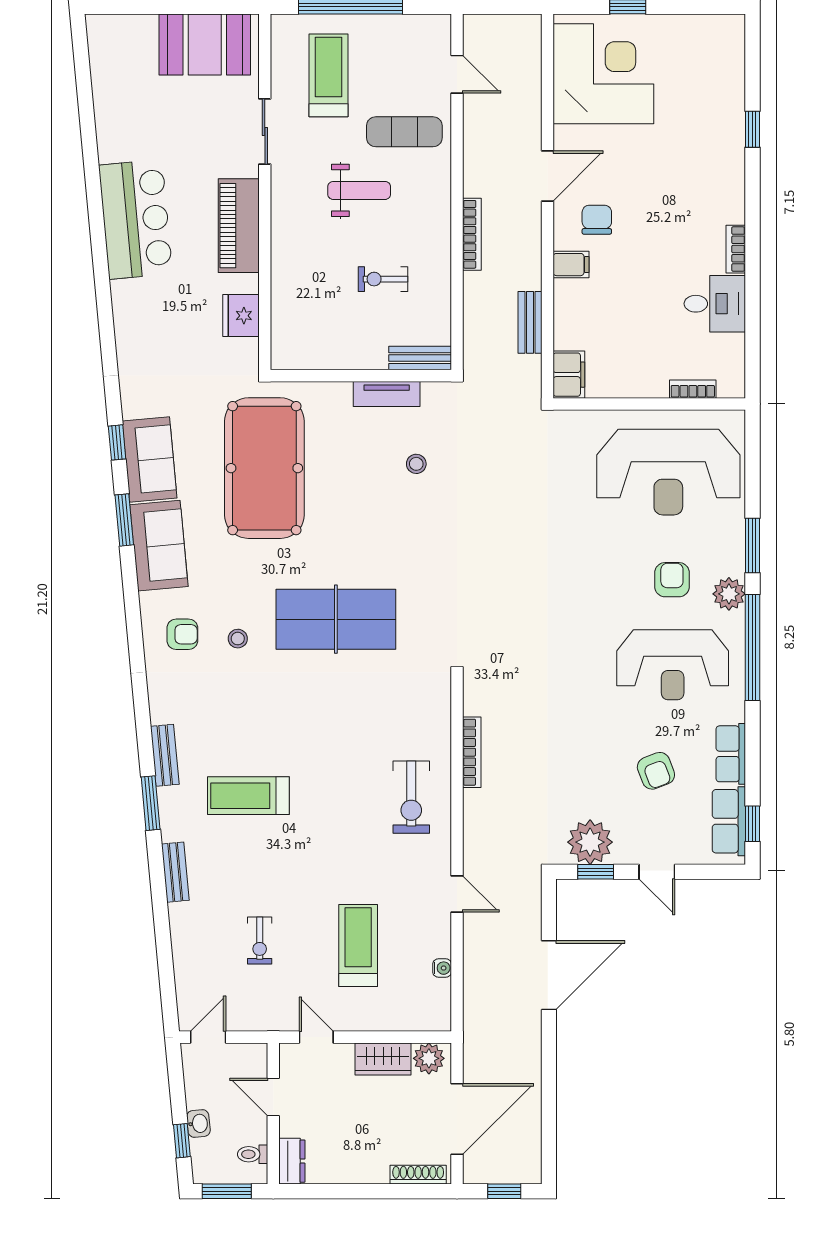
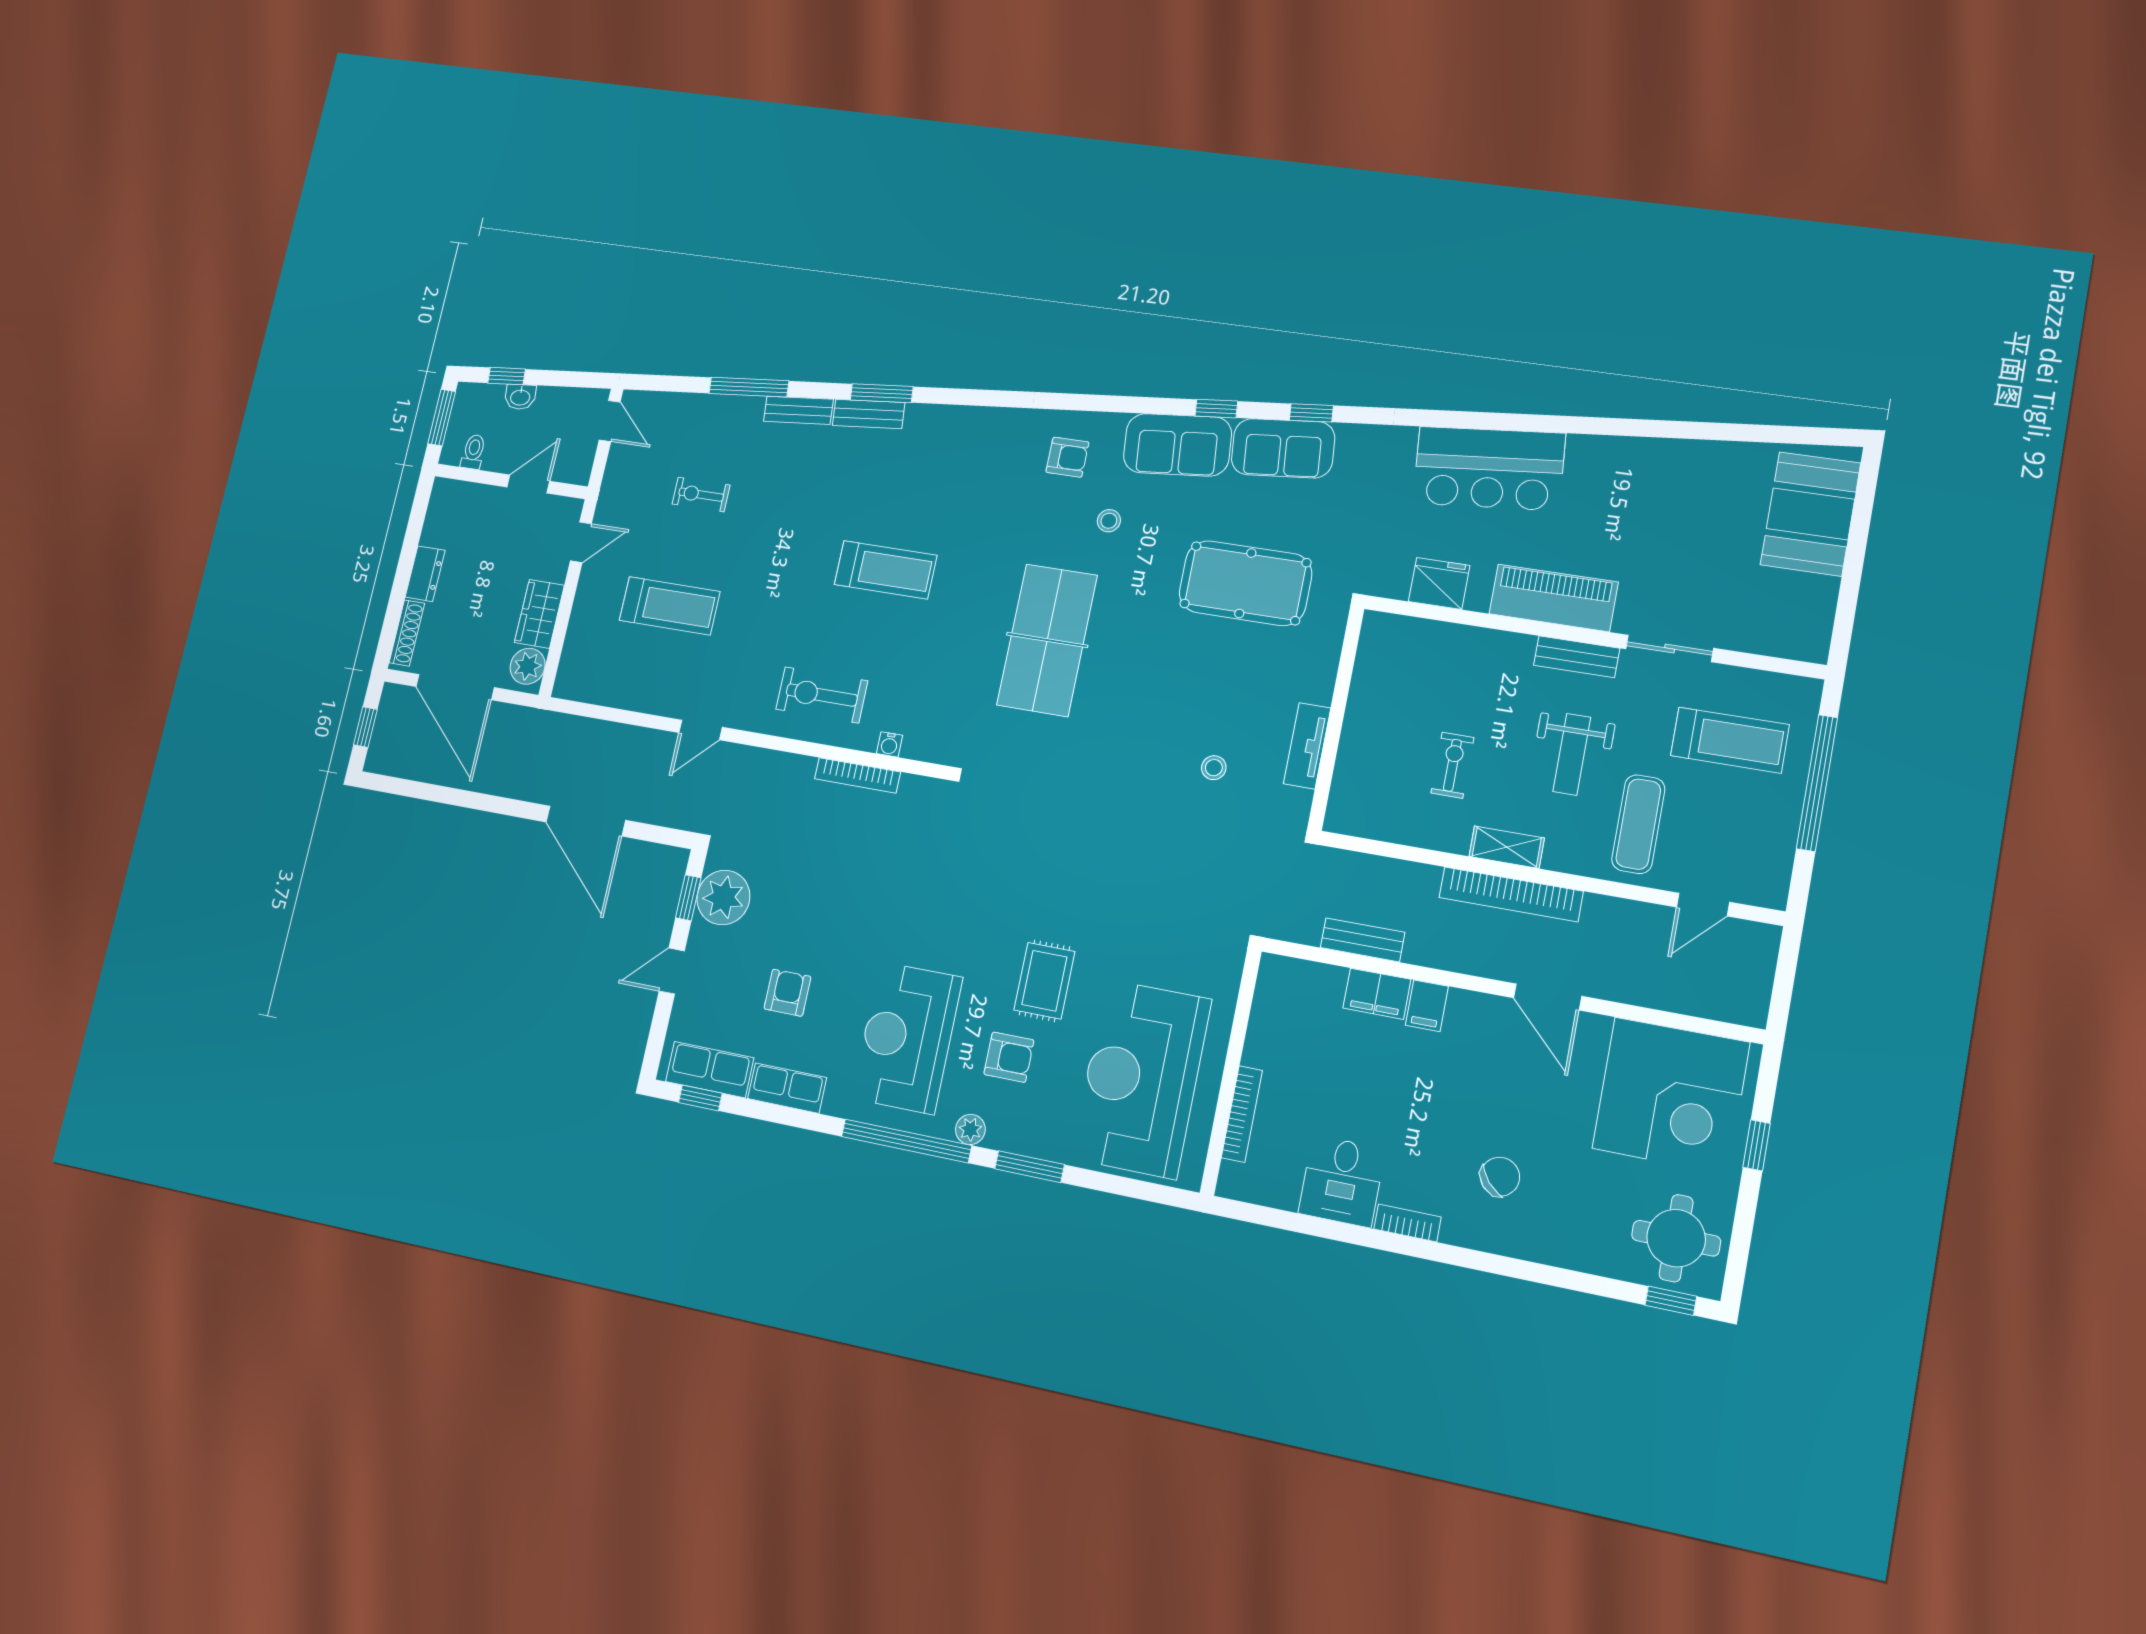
booth: (205, 44) -> (1810, 514), moved
round table: (707, 53) -> (1676, 1238), added
window: (752, 129) -> (1671, 1301), moved
bar counter: (136, 219) -> (1489, 468), moved
chair: (597, 220) -> (1500, 1177), moved, turned -41
shelving: (439, 227) -> (1507, 847), added
bookcase: (472, 234) -> (1511, 894), width x1.48, depth x1.31
bench: (420, 358) -> (1577, 657), moved, turned 90
filing cabinet: (569, 375) -> (1377, 994), moved
bookcase: (693, 389) -> (1242, 1114), width x1.56
pool table: (264, 468) -> (1245, 583), width x0.73, depth x0.76
window: (124, 520) -> (1216, 409), width x0.67
rug: (607, 564) -> (1044, 981), added
plant: (729, 594) -> (970, 1129), width x0.73, depth x0.73
armchair: (182, 634) -> (1067, 457), turned -90
stool: (238, 639) -> (1109, 521), moved
bench: (165, 755) -> (869, 414), moved
armchair: (656, 771) -> (787, 993), turned 111
treadmill: (248, 796) -> (886, 570), moved, turned 90
window: (161, 920) -> (749, 387), added
water cooler: (442, 968) -> (889, 744), moved
dresser: (292, 1161) -> (425, 574), moved, turned -90

